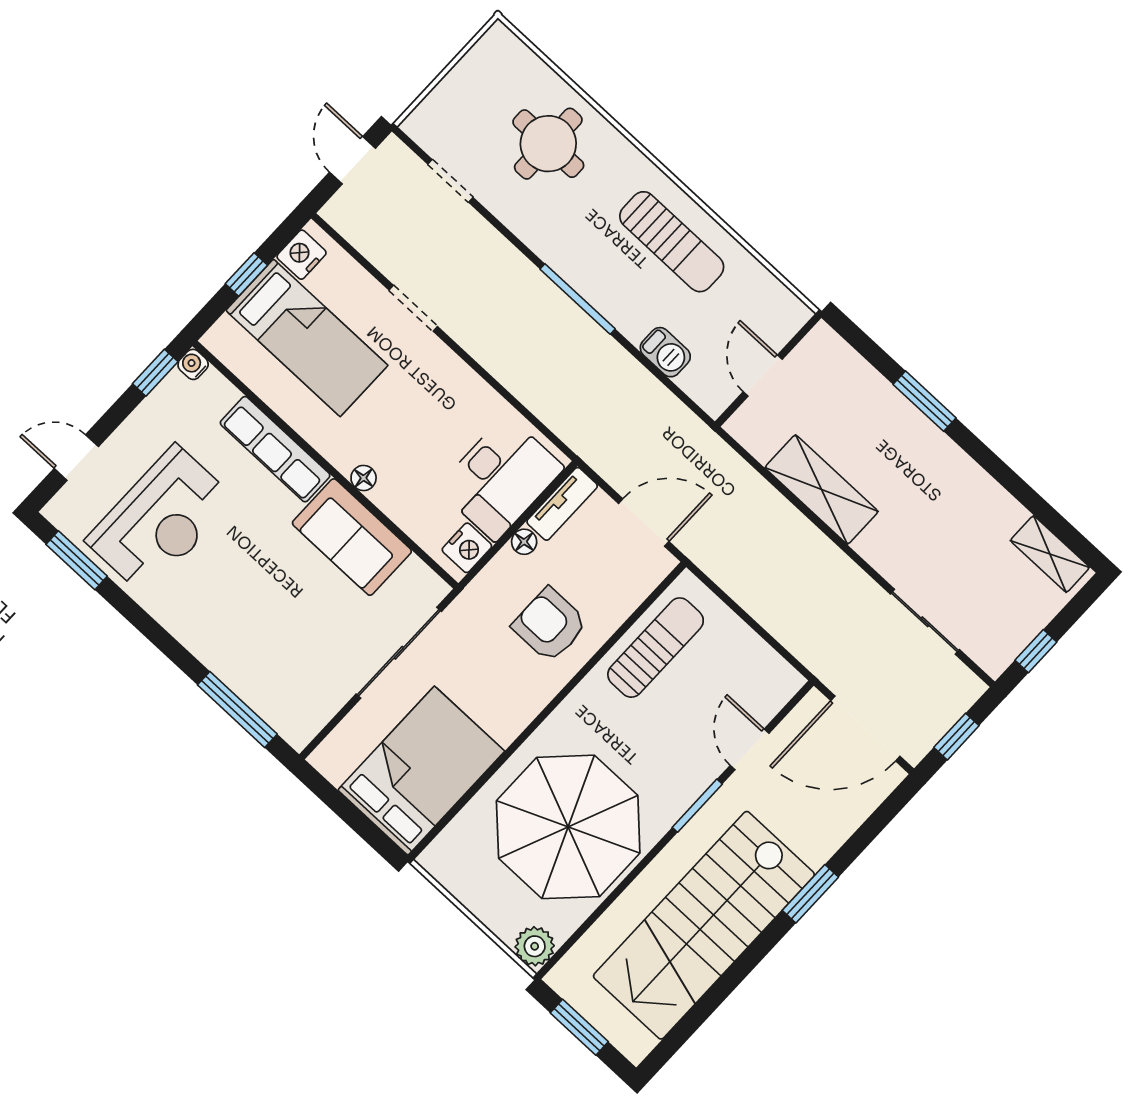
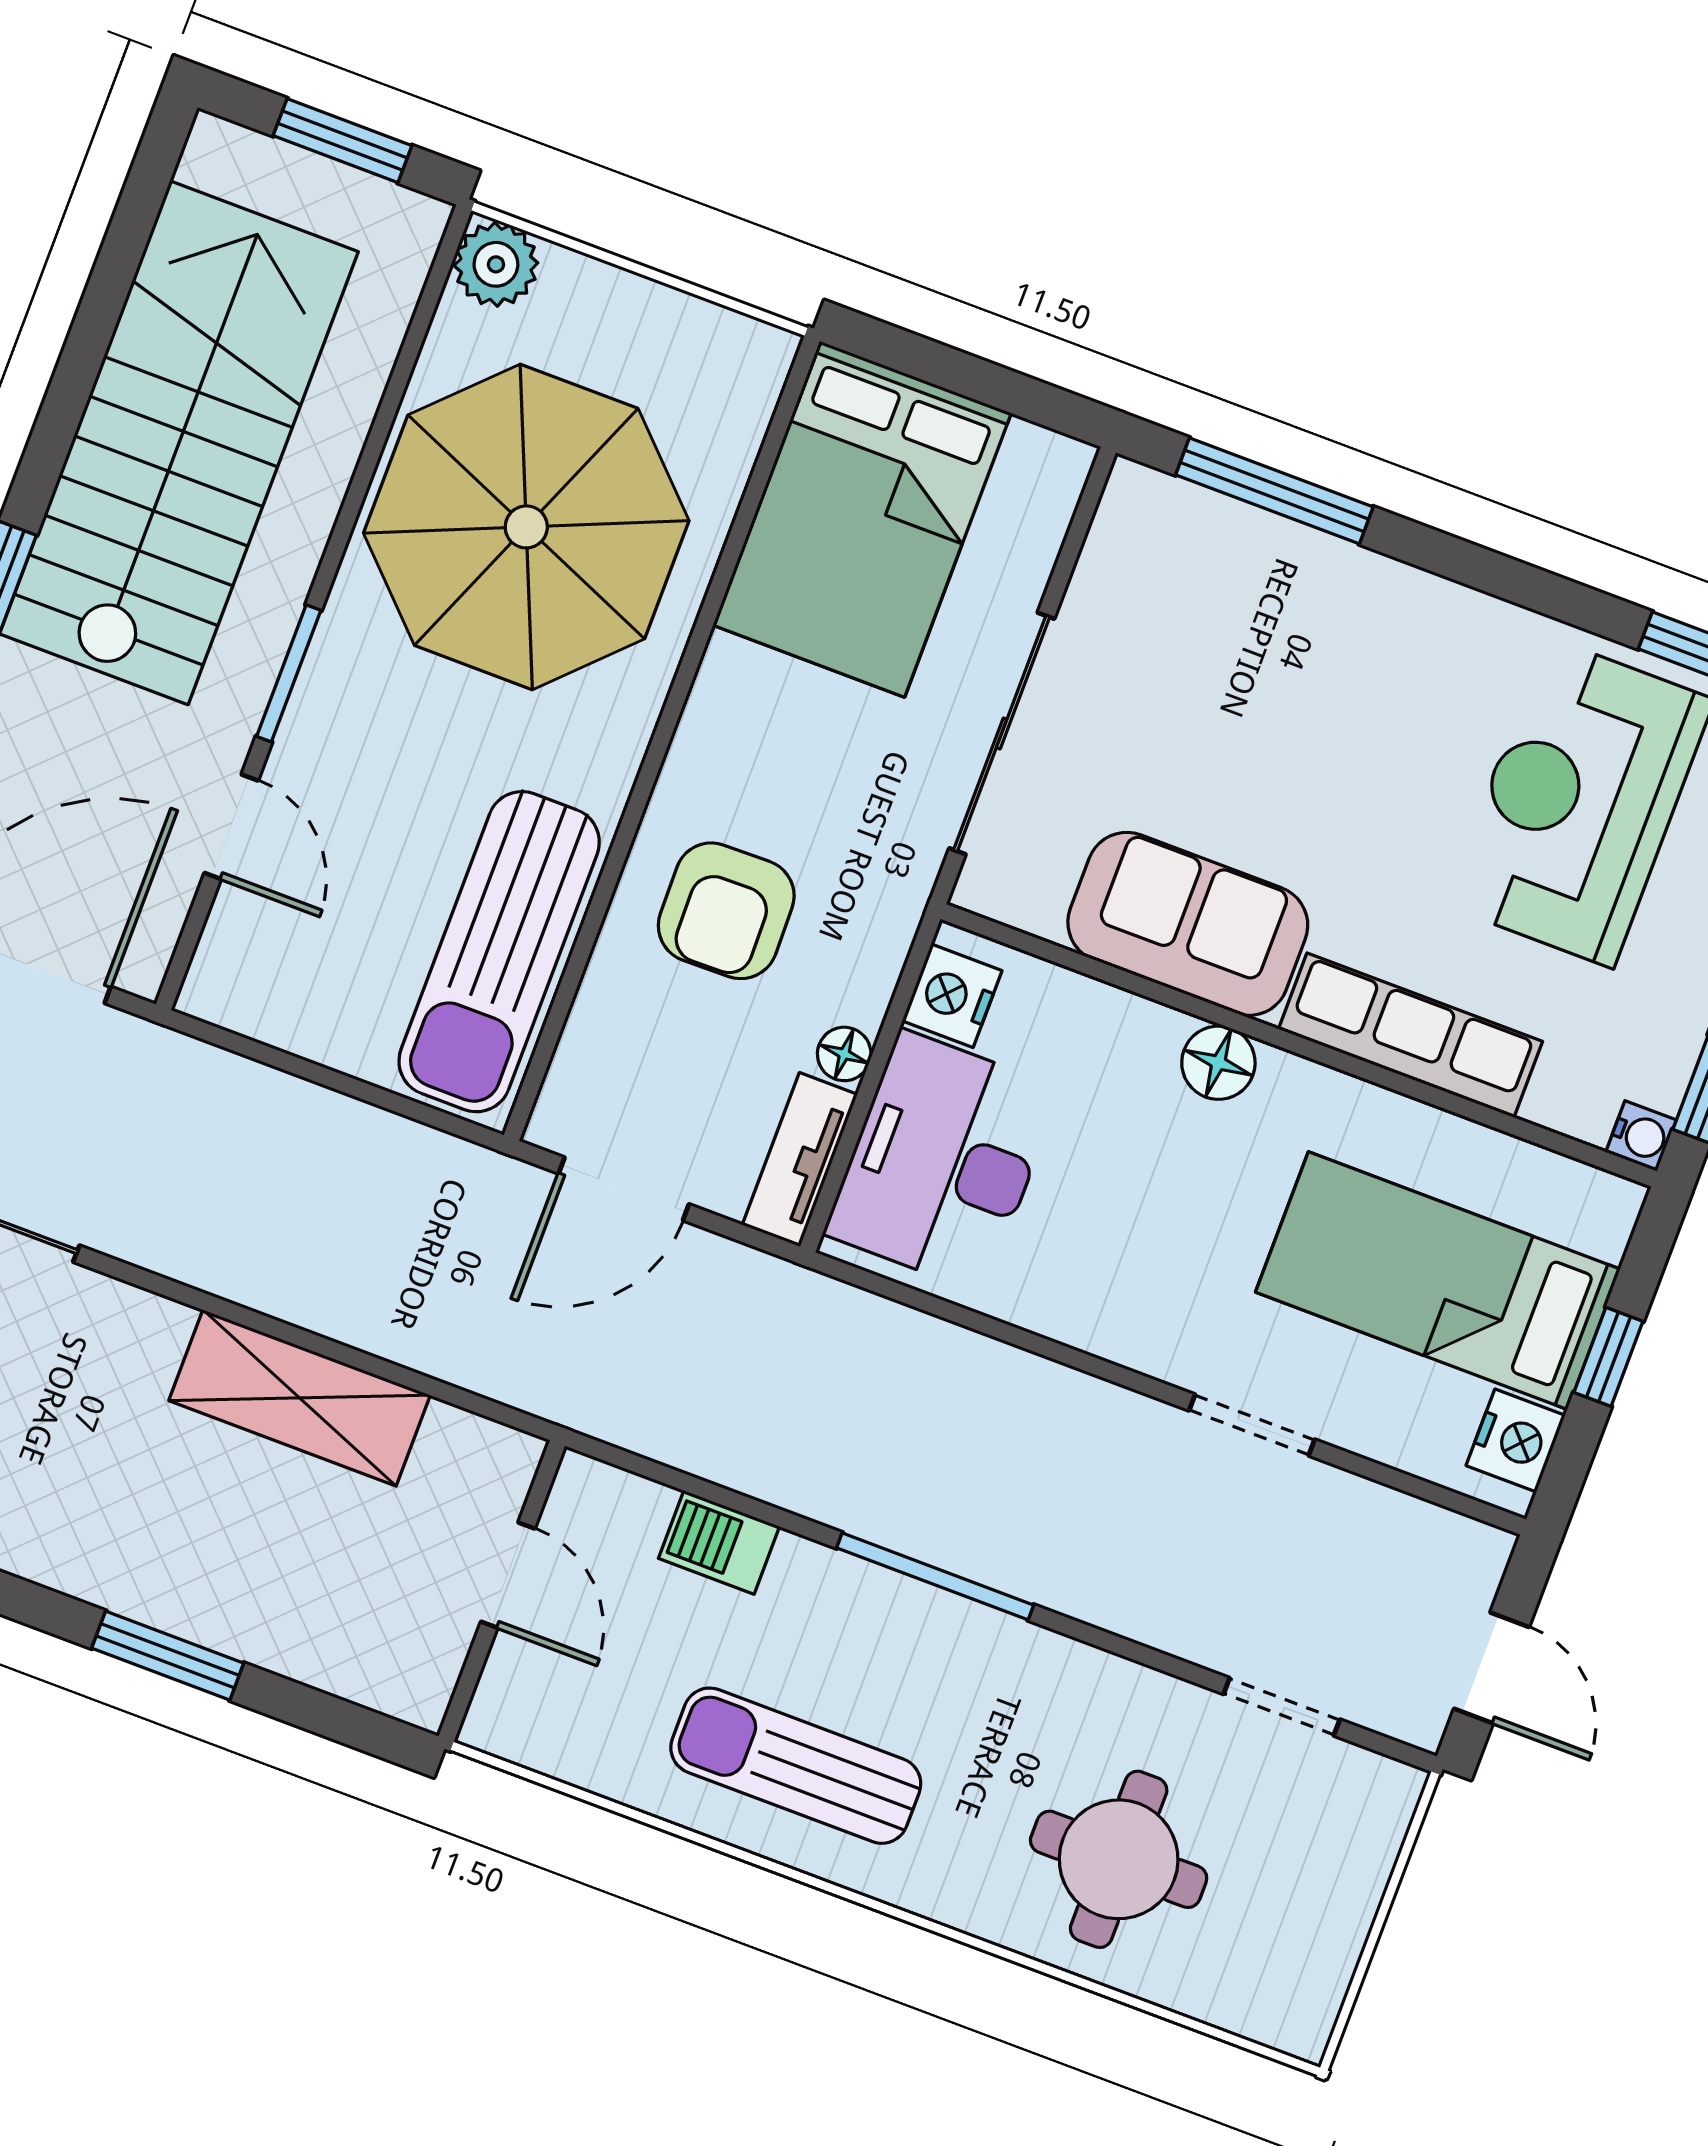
floor lamp: (364, 478) -> (1218, 1063), width x1.37, depth x1.37
armchair: (550, 625) -> (726, 911), turned 89
sun lounger: (656, 648) -> (499, 952), width x1.36, depth x1.34

